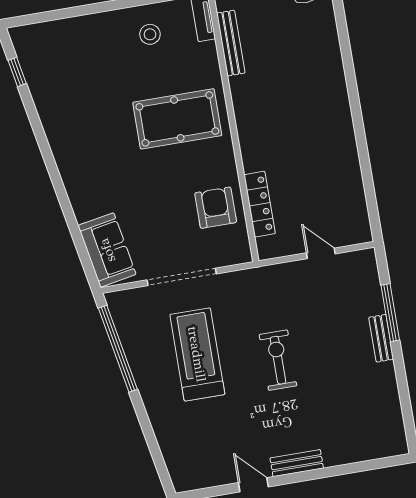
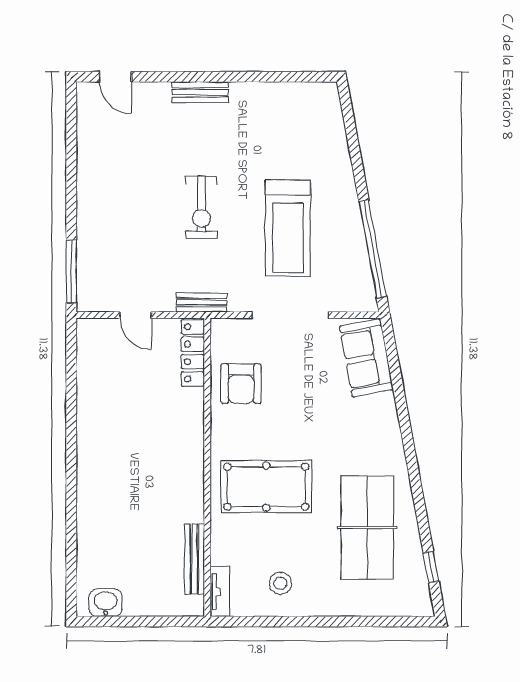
table tennis table: (80, 98) -> (367, 528), added
locker: (260, 204) -> (193, 353), moved
window: (390, 313) -> (71, 271), moved
bench: (381, 338) -> (202, 302), moved, turned 90
door: (253, 485) -> (115, 77), moved

